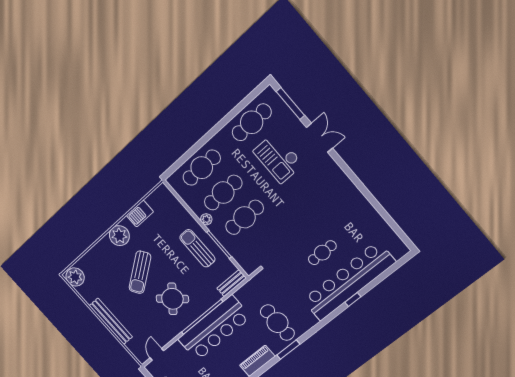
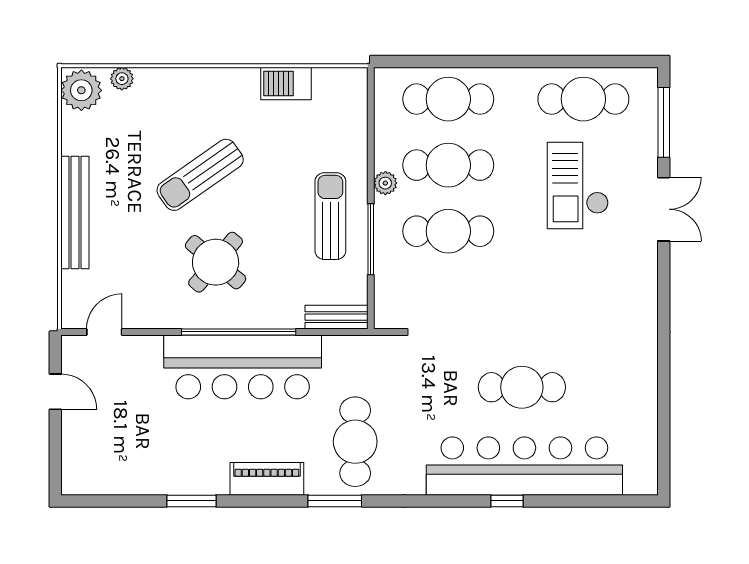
plant: (119, 236) -> (122, 79), moved, width x0.53, depth x0.53
cafe table: (322, 253) -> (522, 387), width x1.37, depth x1.35

